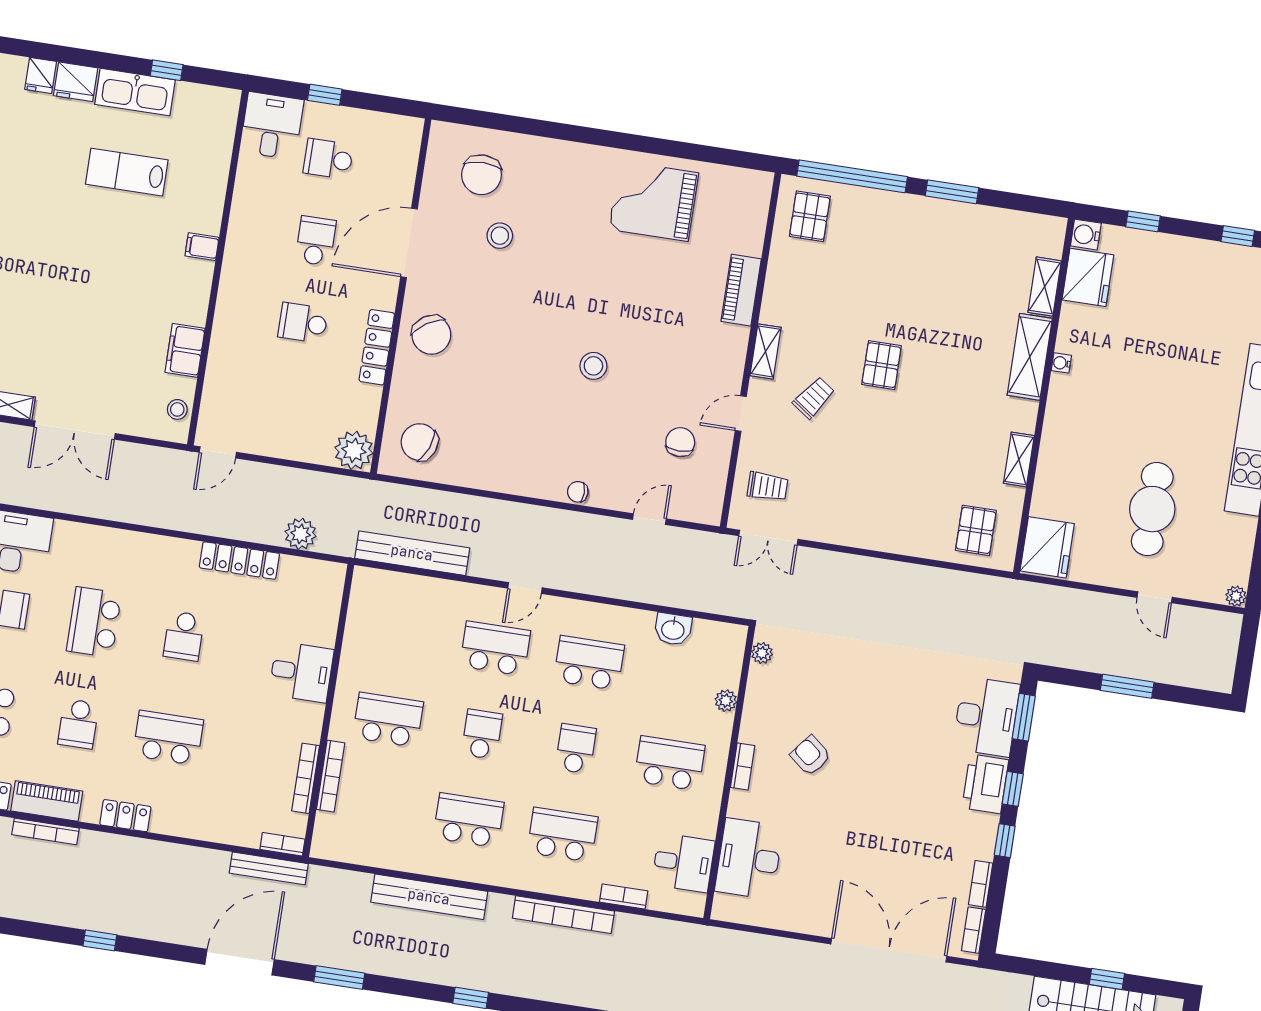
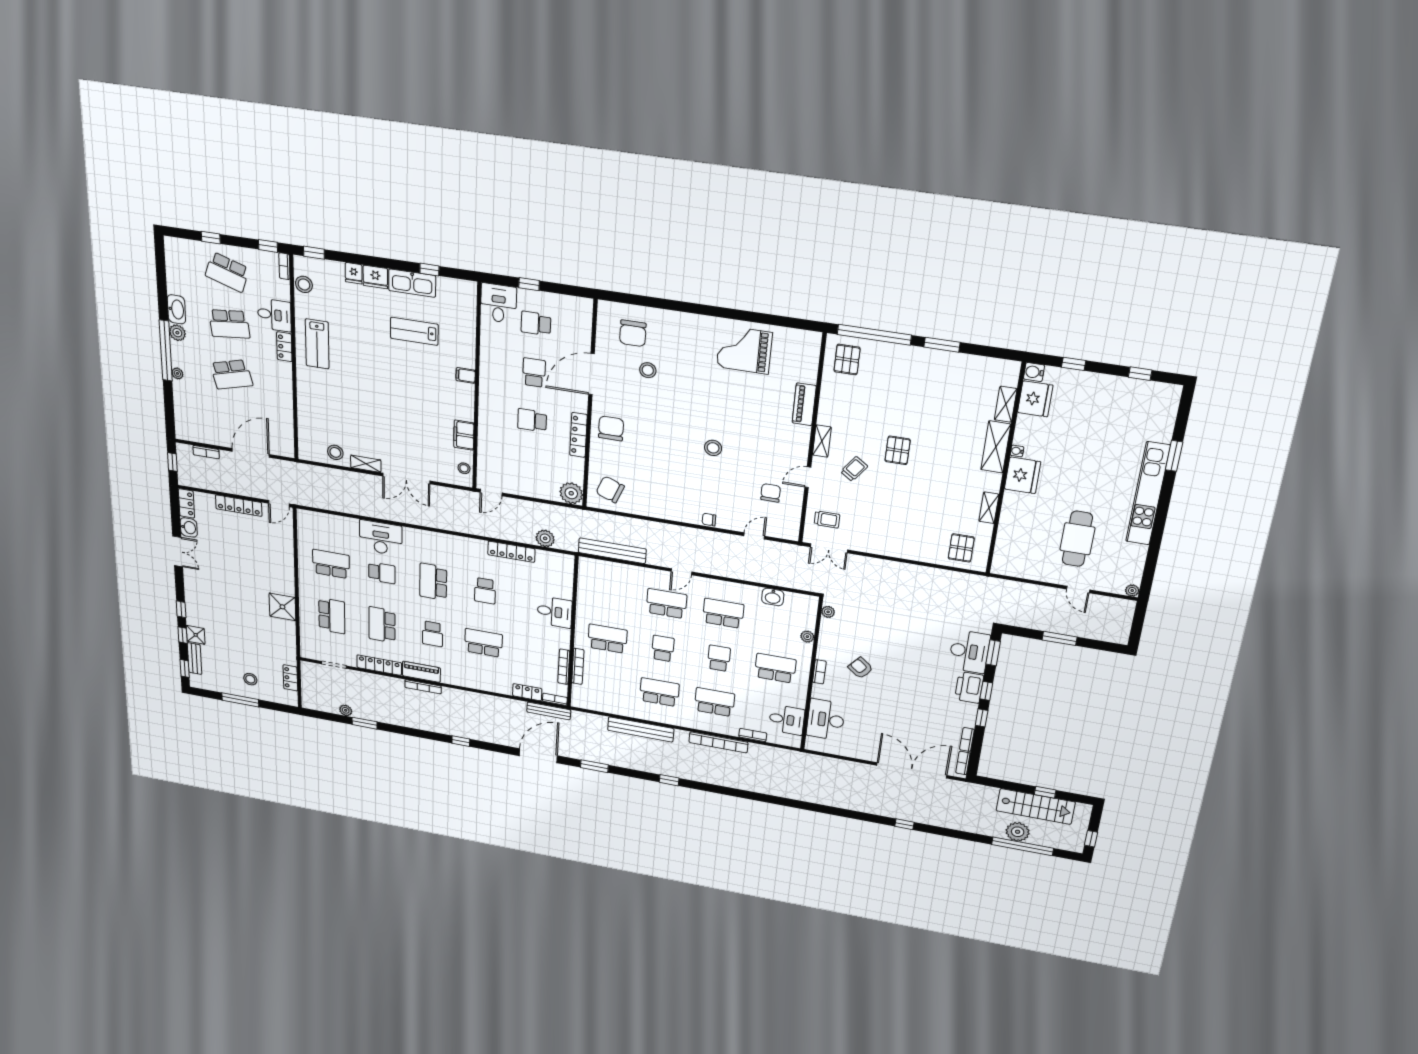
chair: (431, 335) -> (611, 428), turned -147
fridge: (1047, 547) -> (1023, 475), moved
locker: (125, 816) -> (527, 692), moved

